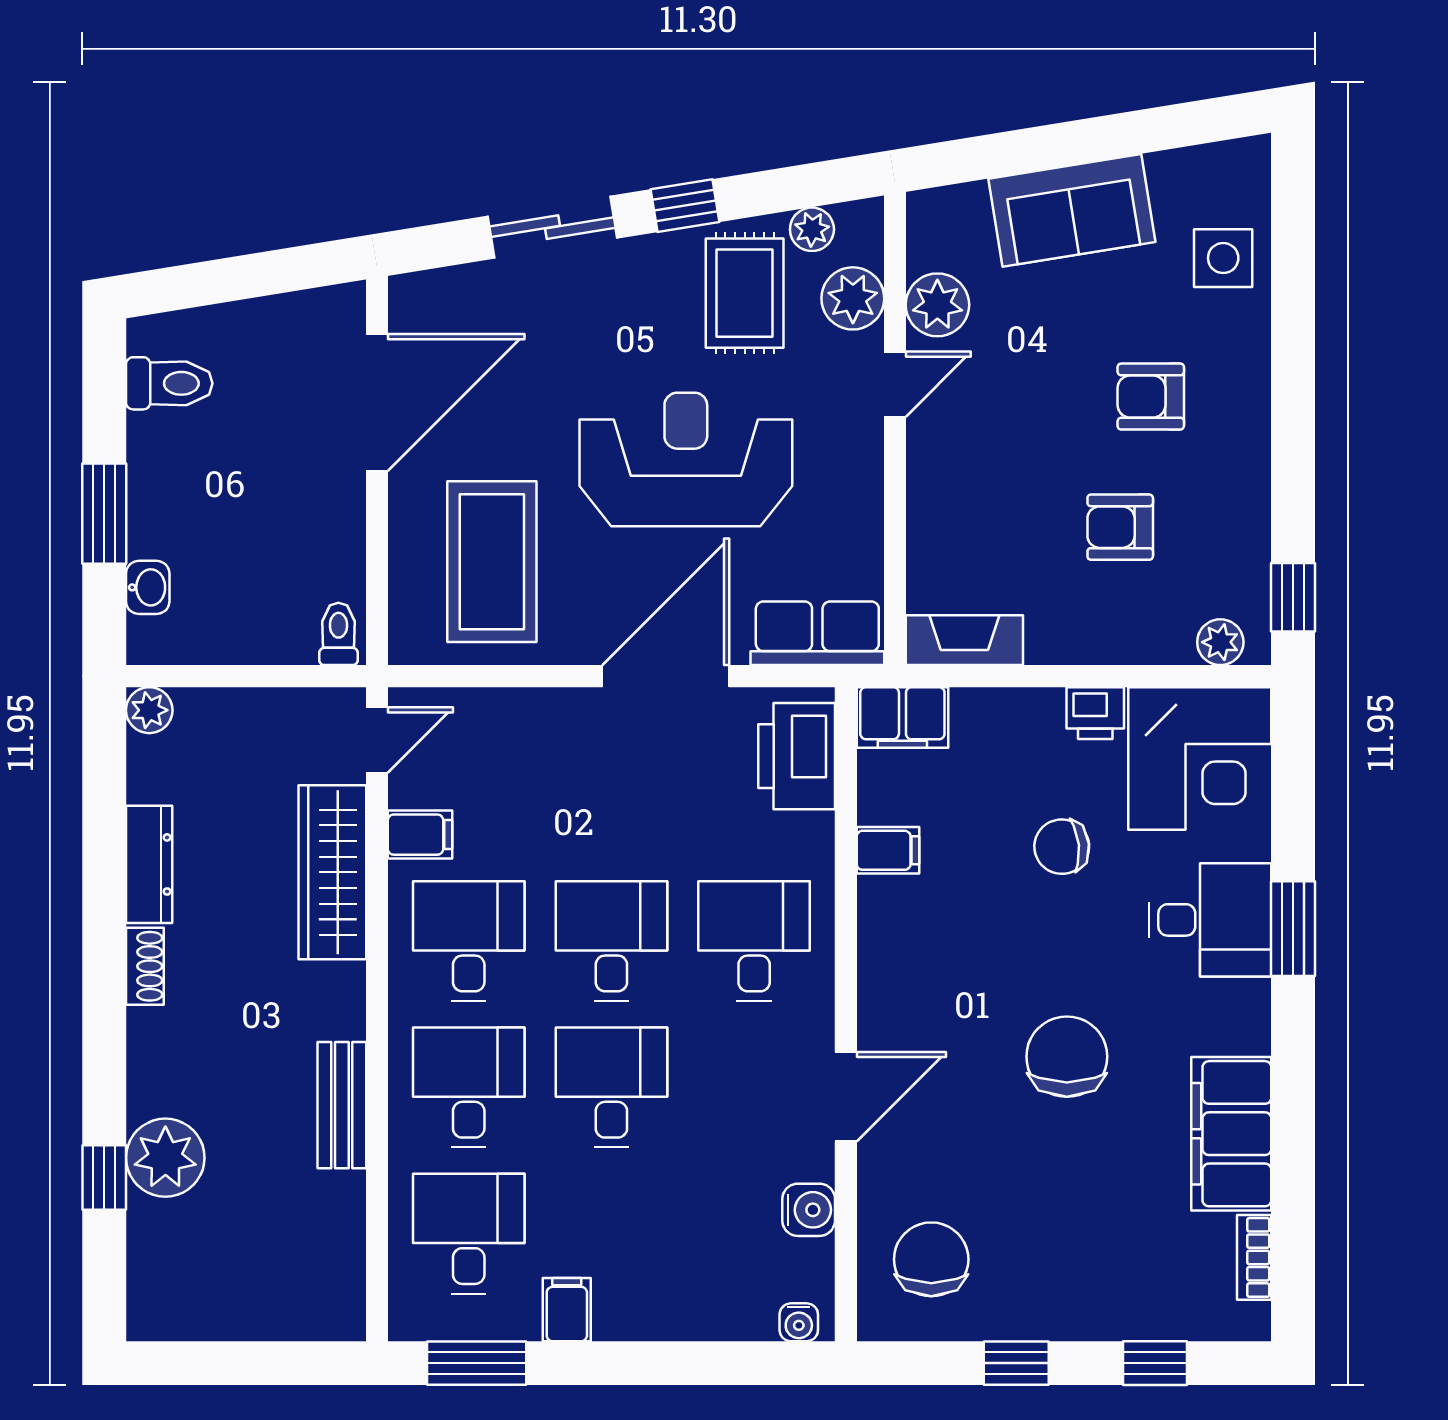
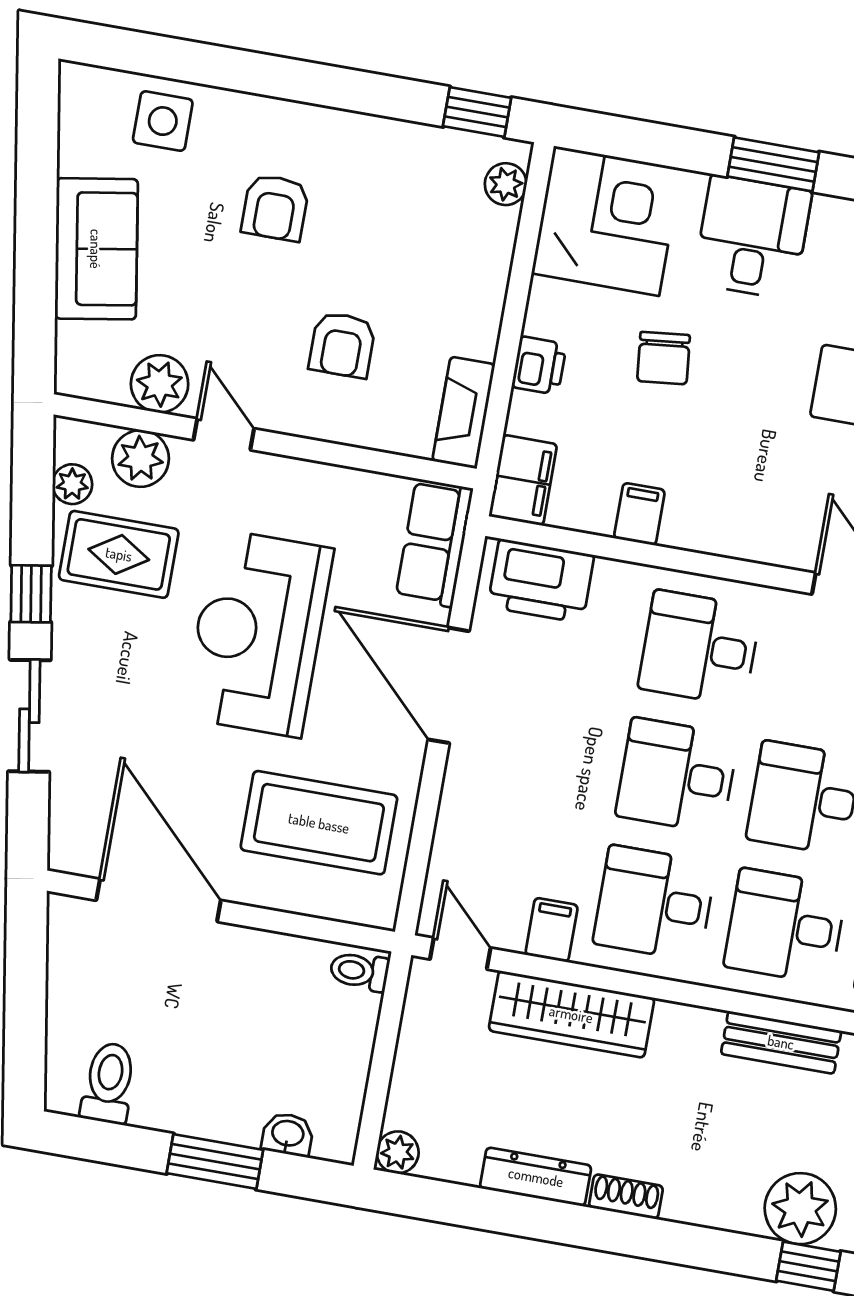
armchair: (1120, 527) -> (342, 345), moved
printer: (1095, 713) -> (539, 366), moved

